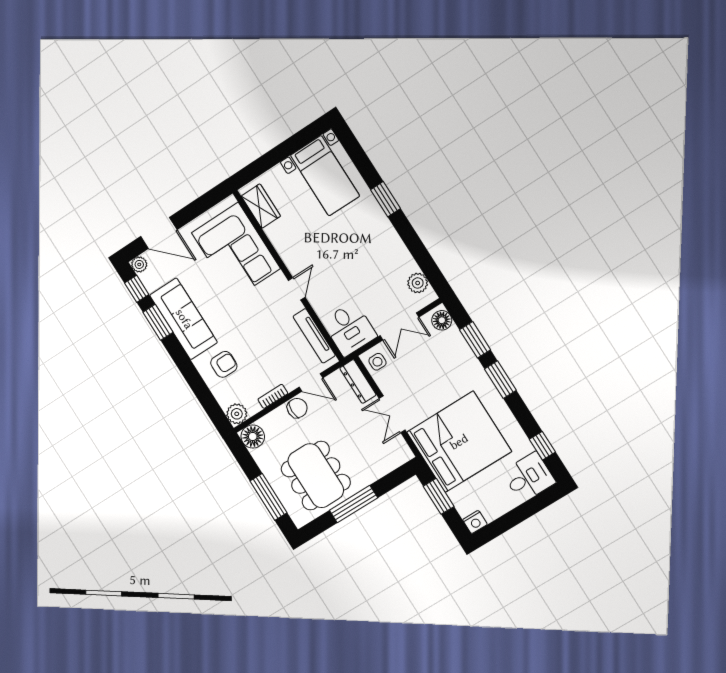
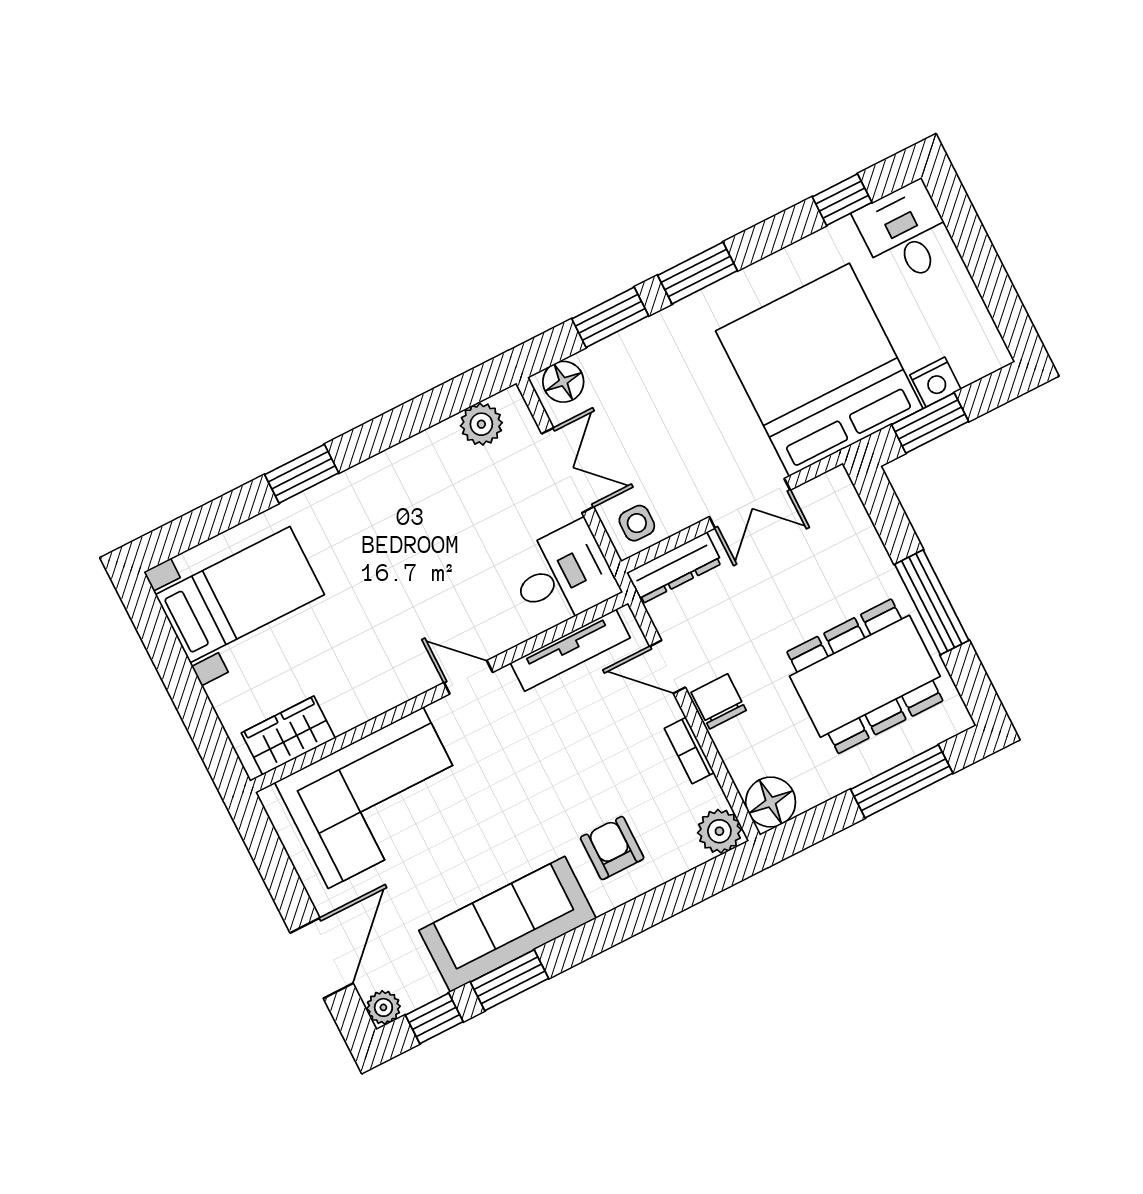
door: (311, 382) -> (667, 667), swing flipped
nightstand: (475, 522) -> (935, 382), moved, turned 90

